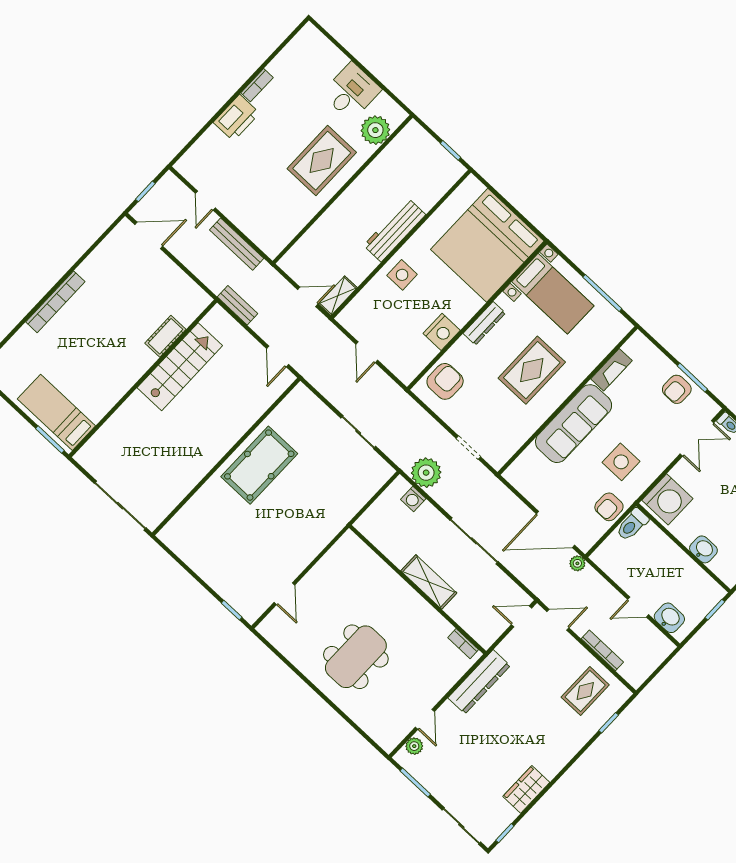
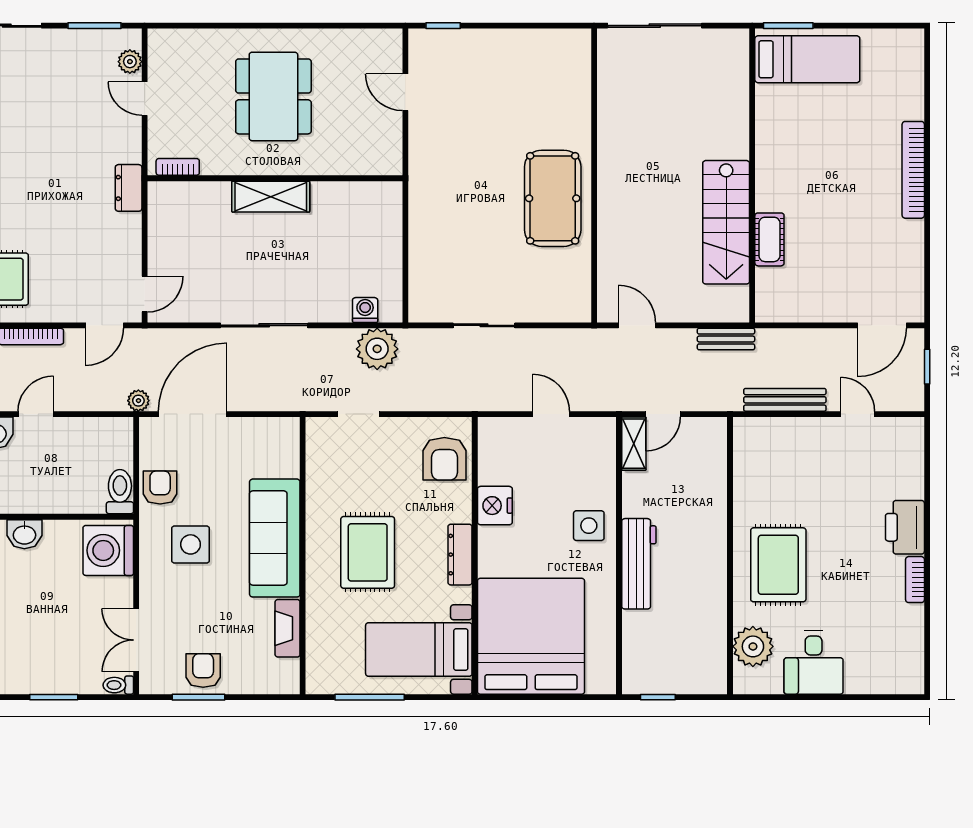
shelving: (429, 582) -> (271, 197), moved
wall: (418, 590) -> (275, 178), moved
bookcase: (463, 644) -> (178, 167), moved
dresser: (479, 682) -> (129, 188), width x0.51, depth x0.80

